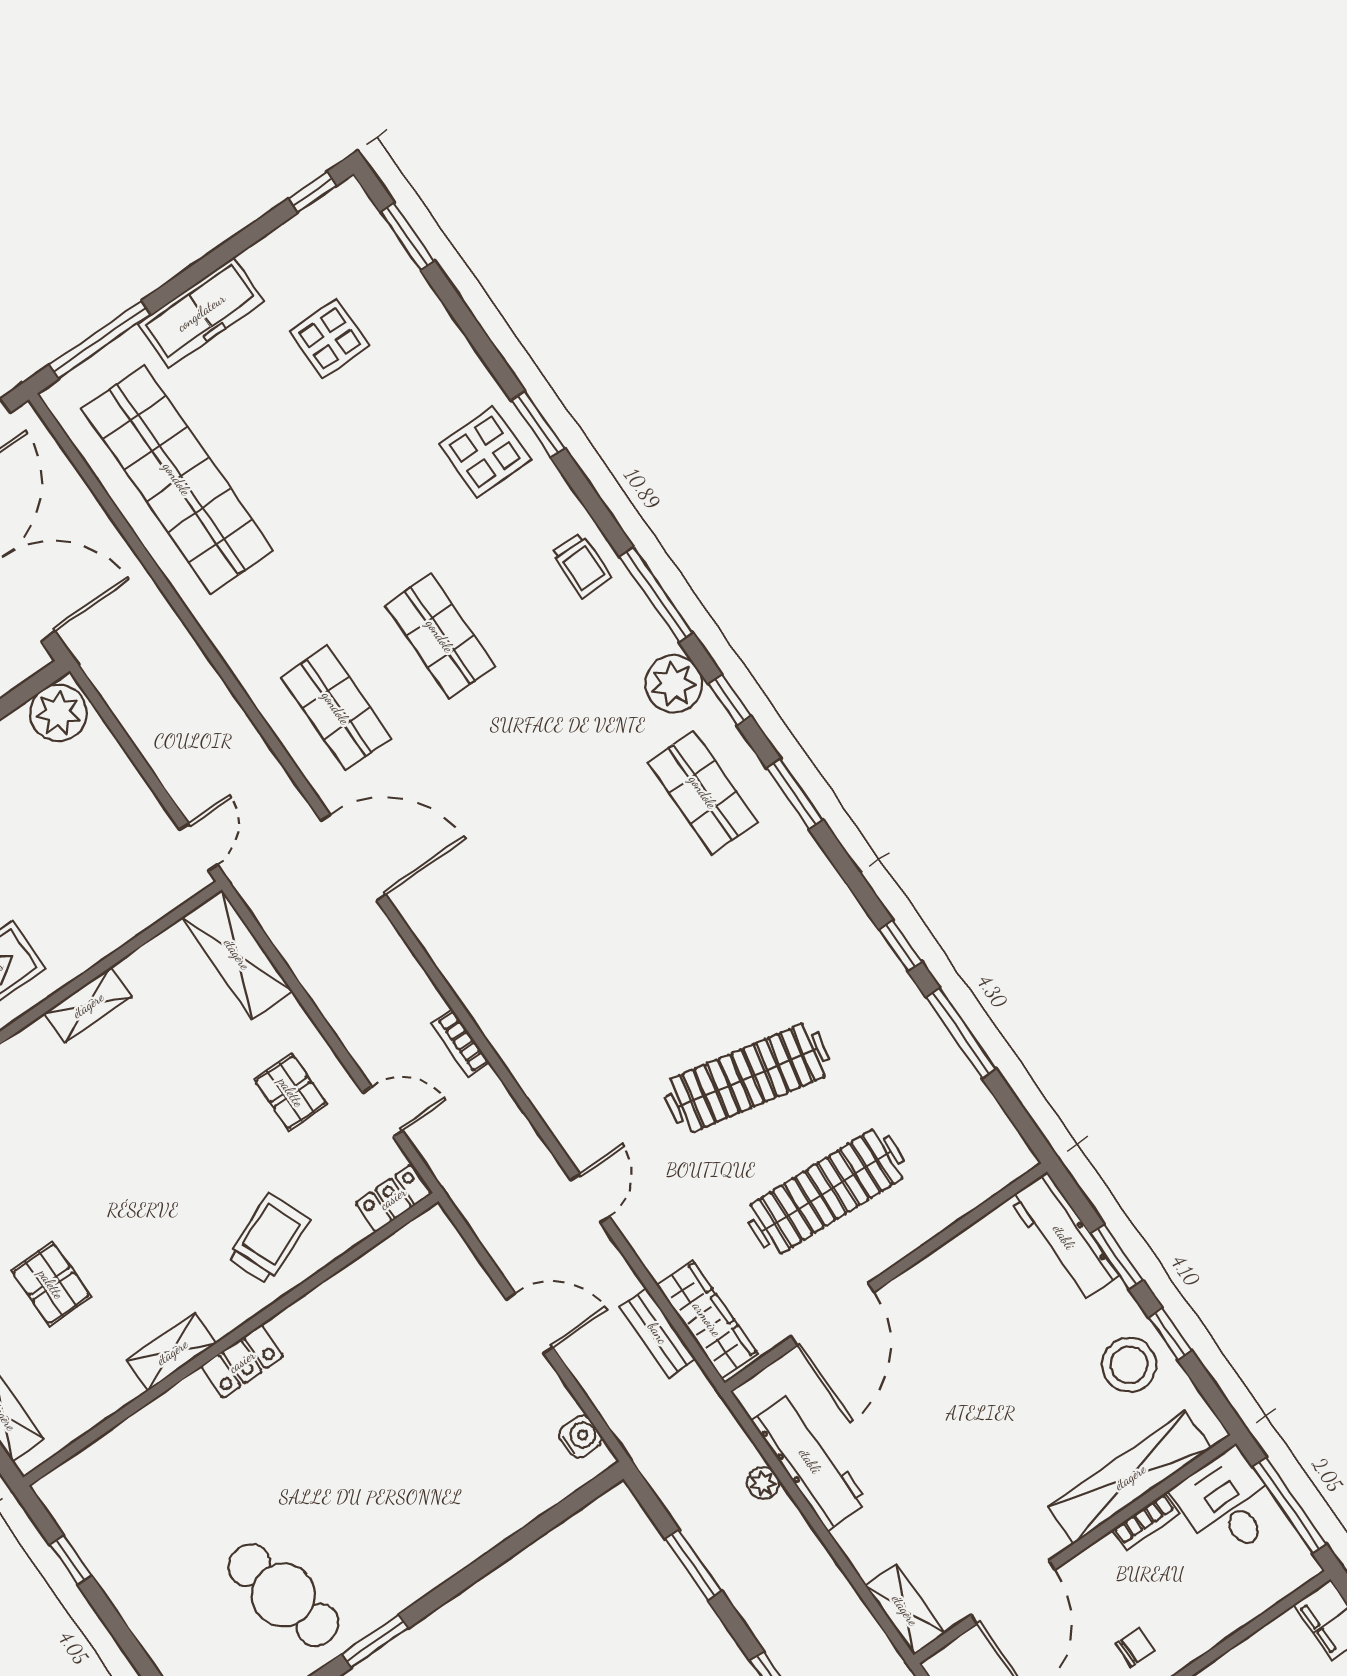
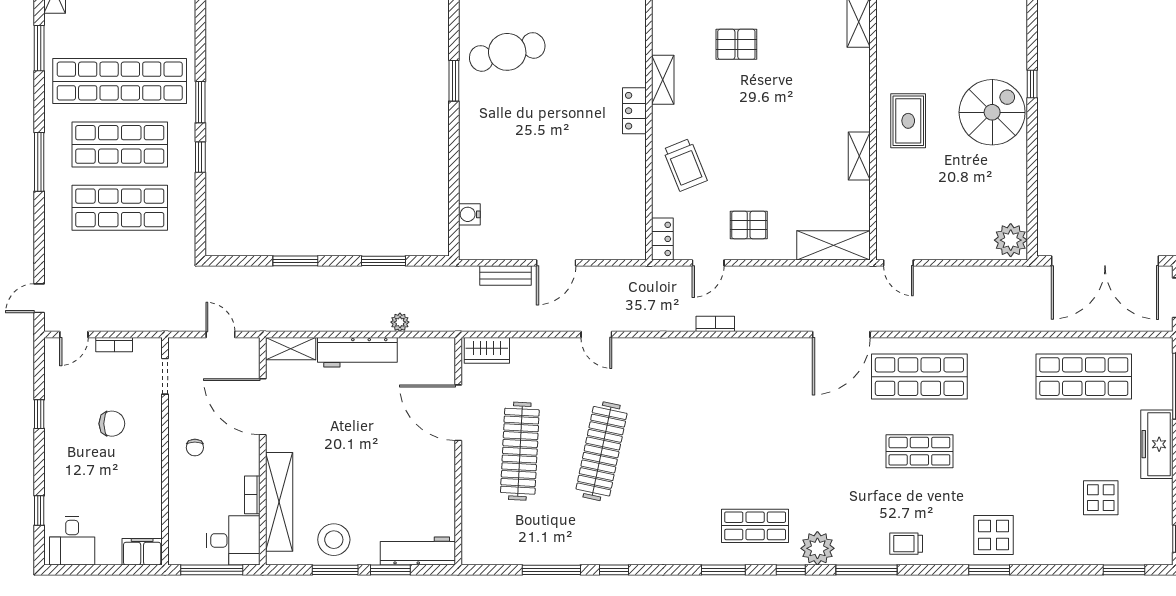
shop shelf: (177, 479) -> (1084, 377), width x0.71
shop shelf: (336, 708) -> (919, 377), width x1.43, depth x1.36
wardrobe: (707, 1319) -> (487, 350), width x0.67
bench: (658, 1333) -> (505, 276), moved
window: (1170, 1334) -> (335, 570), width x1.50
water cooler: (580, 1437) -> (469, 214), moved, turned 90
workbench: (810, 1461) -> (357, 352), moved

